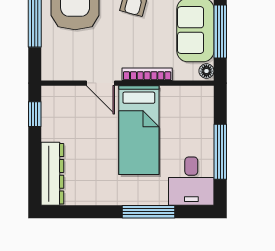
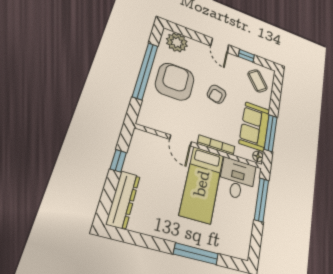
window: (35, 114) -> (118, 161), moved
window: (220, 152) -> (261, 200), moved
desk: (191, 181) -> (237, 179), moved, turned 180

